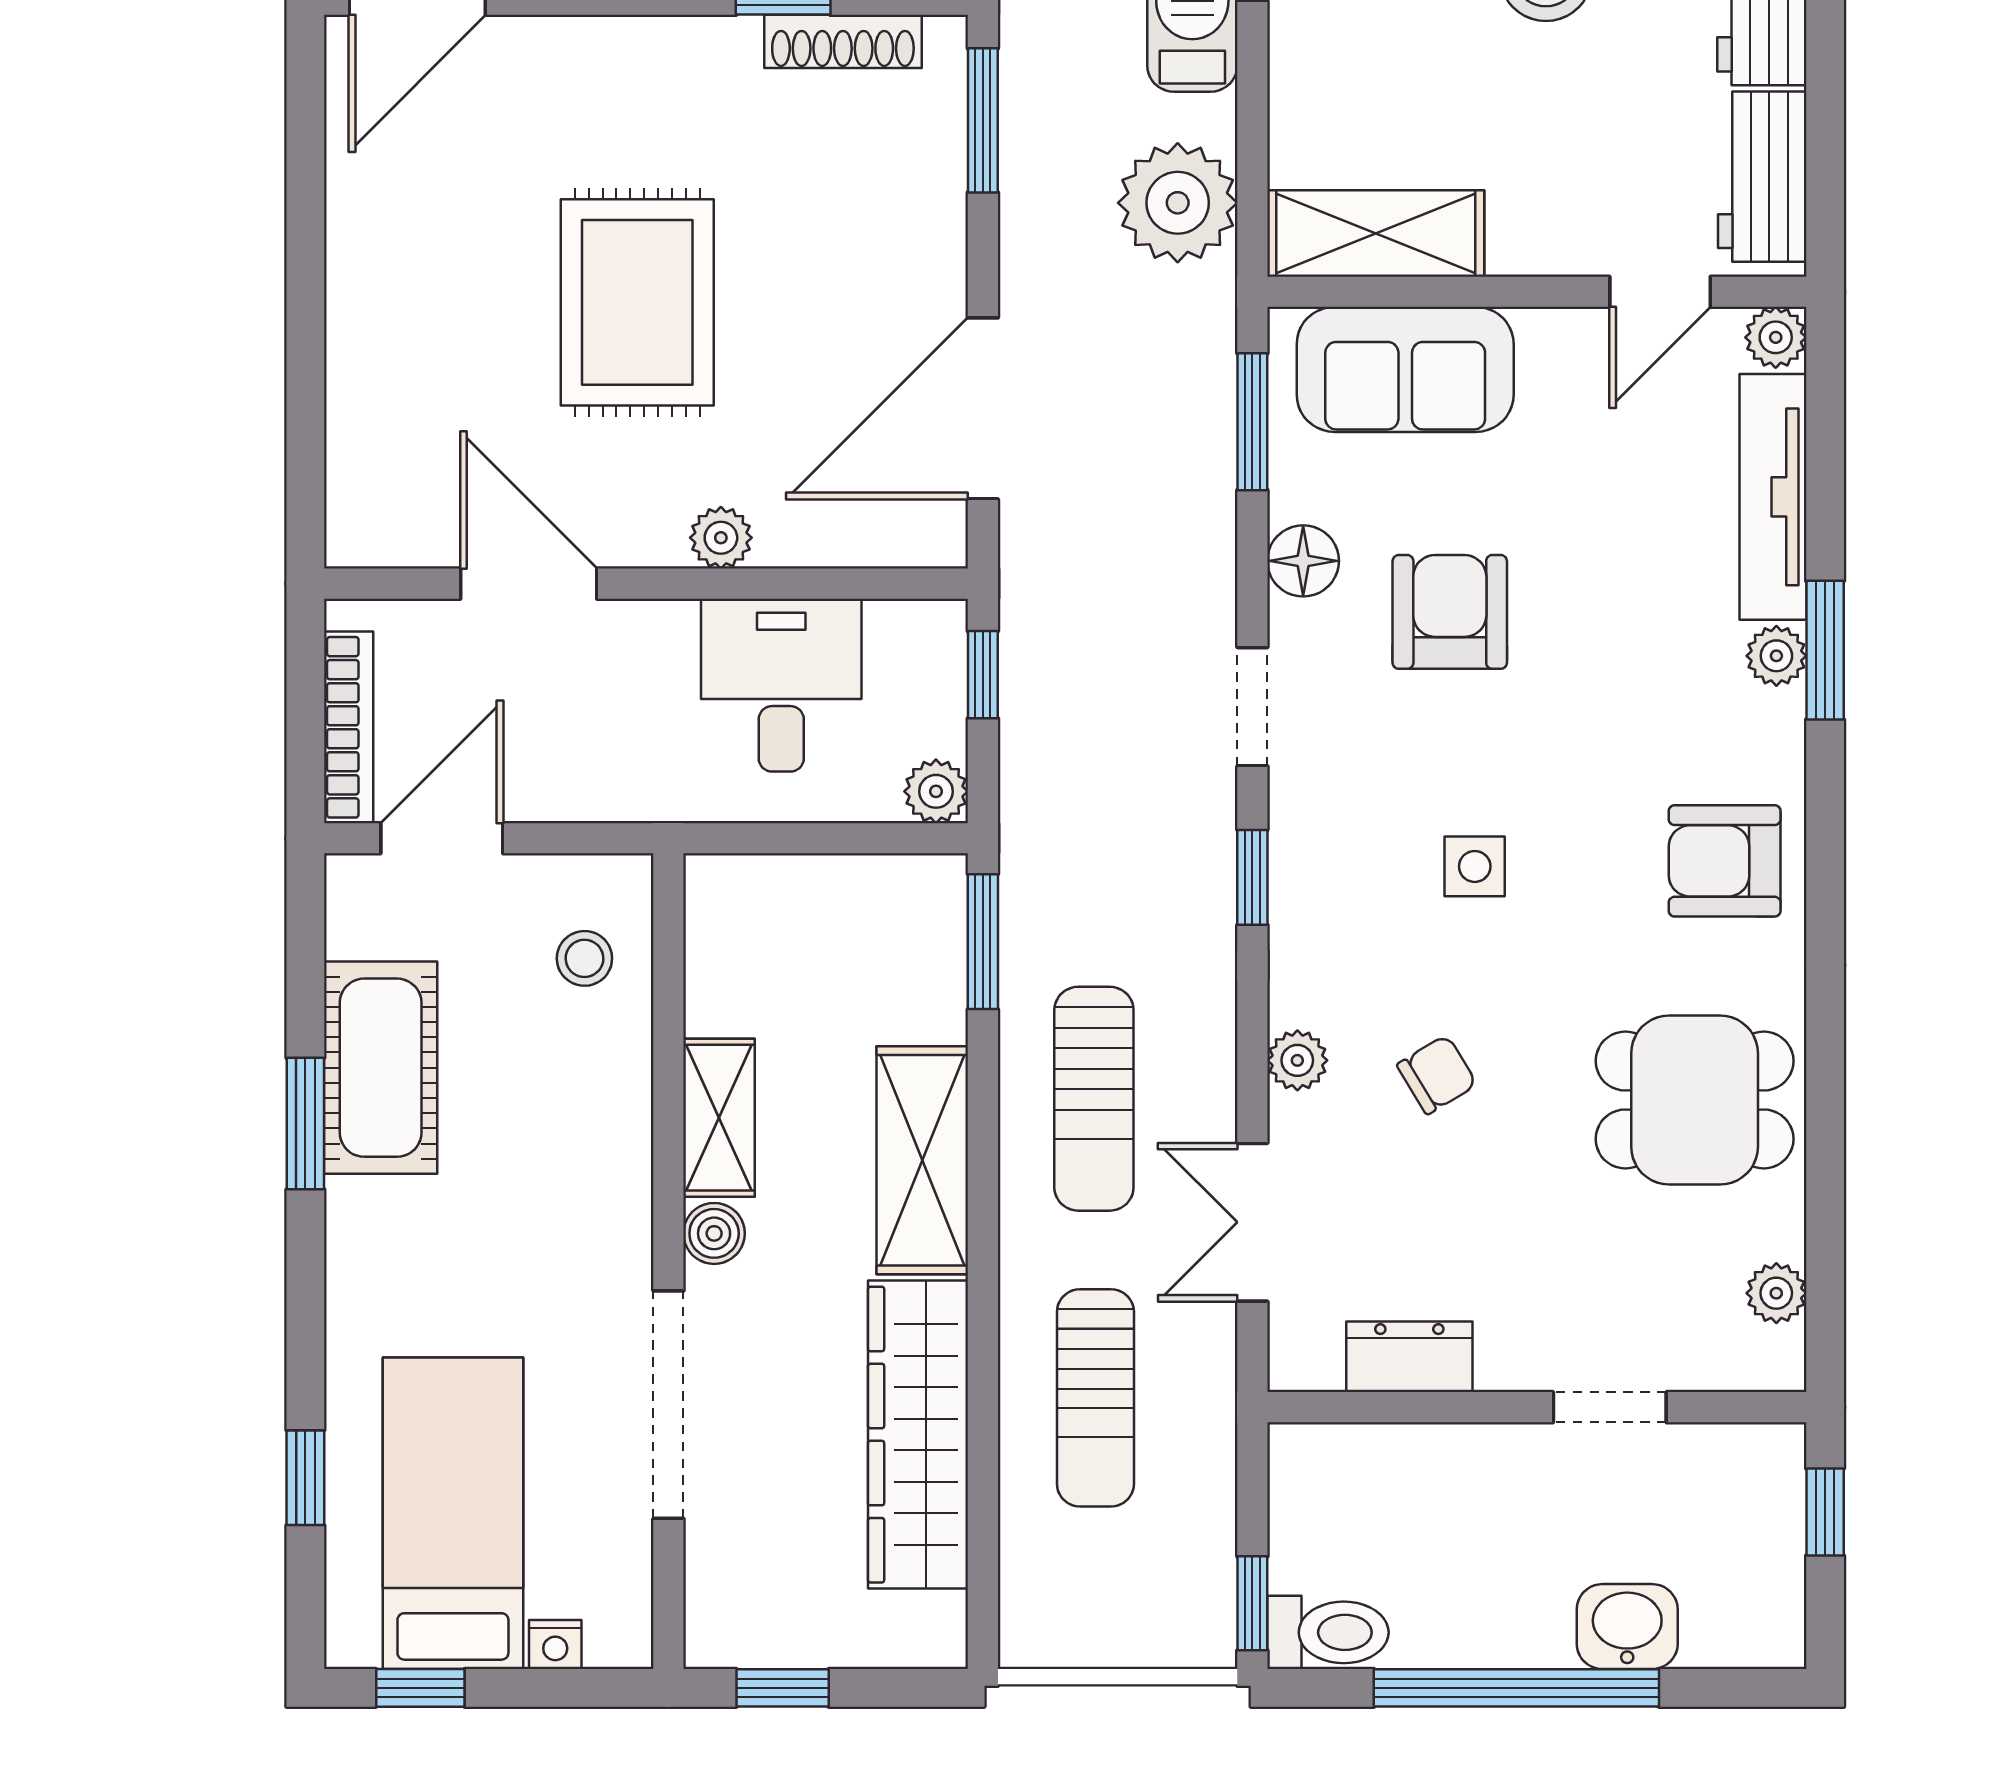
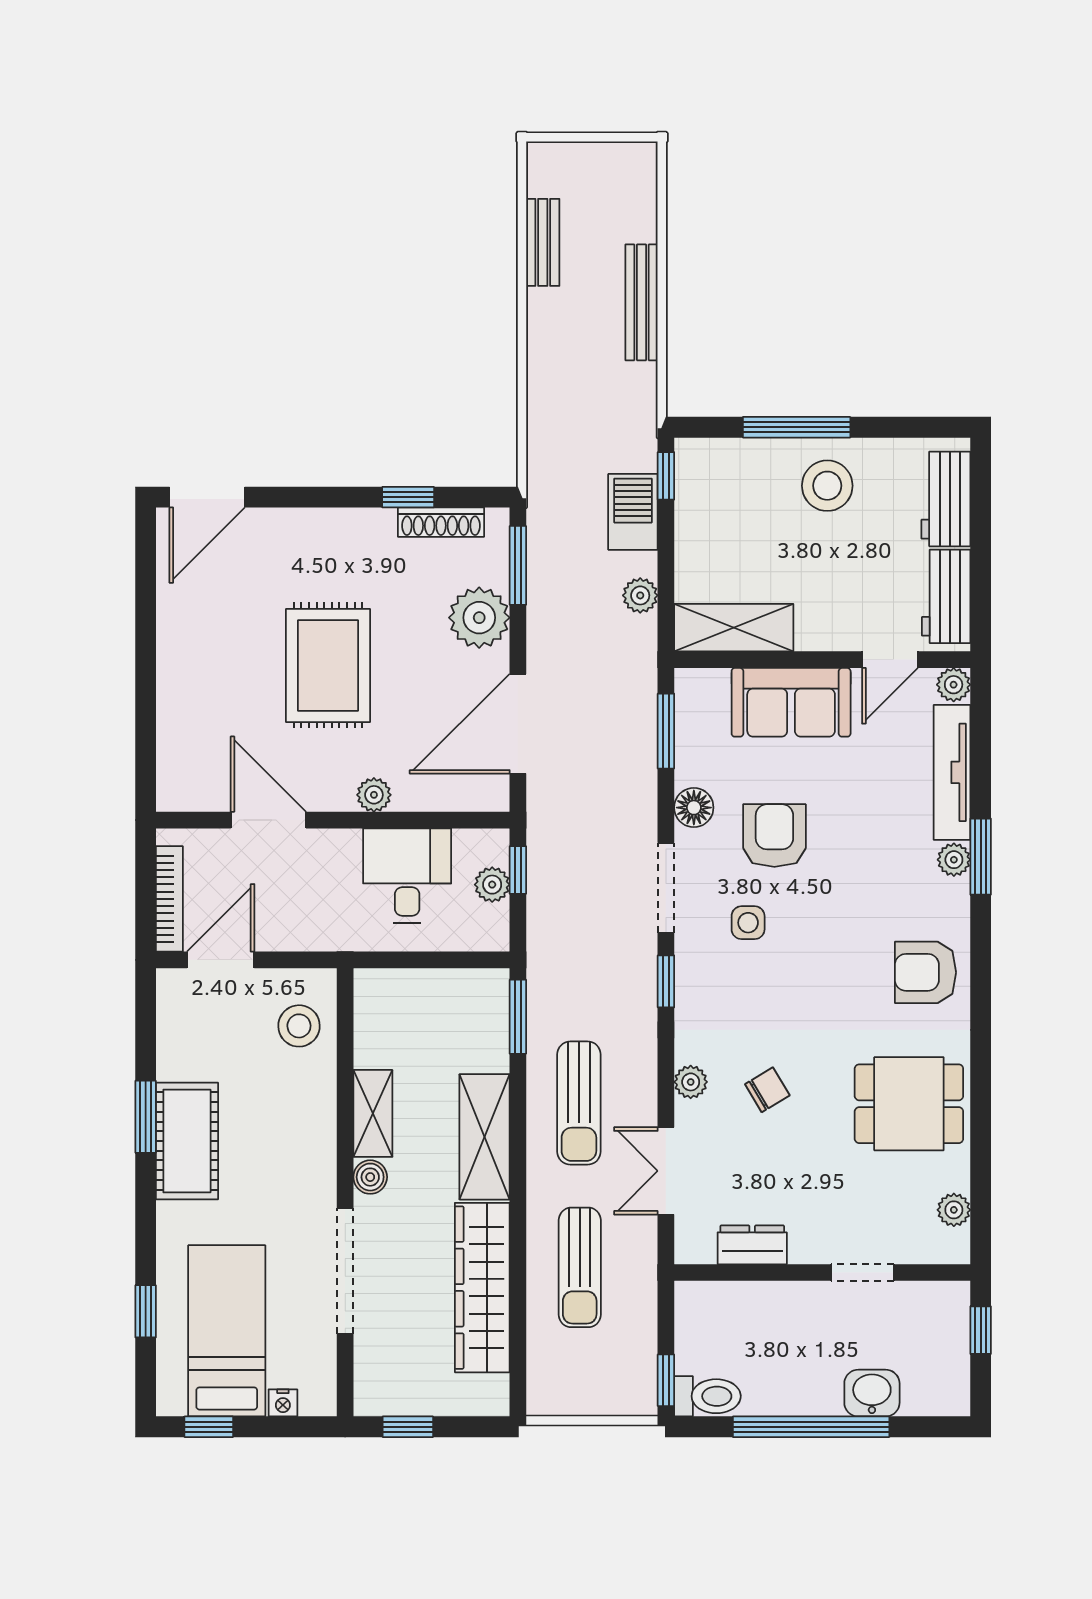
plant: (1178, 203) -> (640, 595), width x0.53, depth x0.53
plant: (912, 215) -> (479, 618), added
sofa: (1405, 369) -> (791, 702), moved
doorway: (1252, 707) -> (666, 888), width x1.38
plant: (936, 791) -> (492, 885), moved
side table: (1475, 866) -> (748, 923), moved
stool: (584, 958) -> (299, 1026), width x1.37, depth x1.37
cot: (381, 1068) -> (187, 1141), moved

